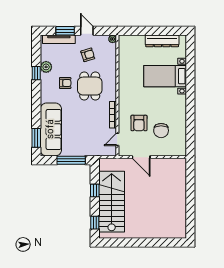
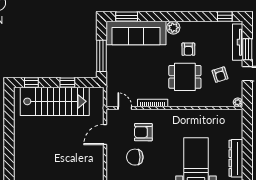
plant: (46, 67) -> (173, 28), moved
window: (36, 73) -> (225, 17), moved

